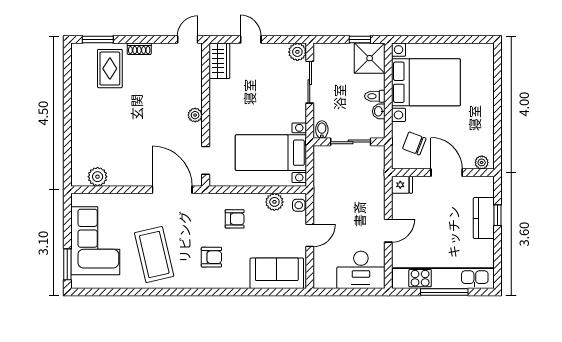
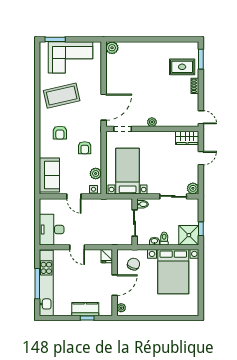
plant: (98, 177) -> (112, 48), moved

